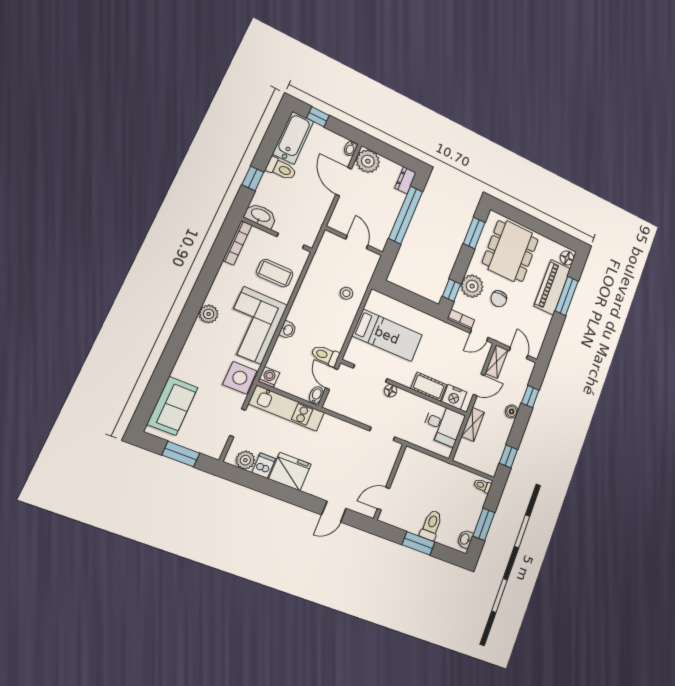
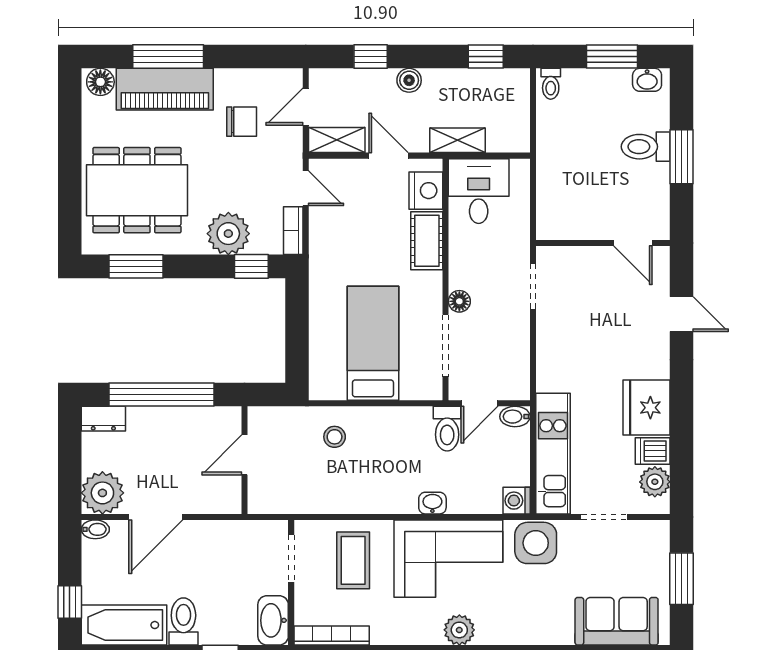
chair: (499, 299) -> (242, 122), moved

